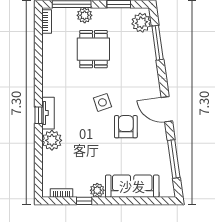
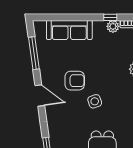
armchair: (126, 127) -> (75, 81), turned -90
plant: (97, 190) -> (113, 26), moved

